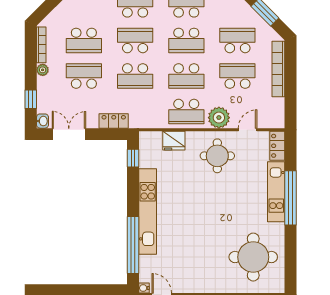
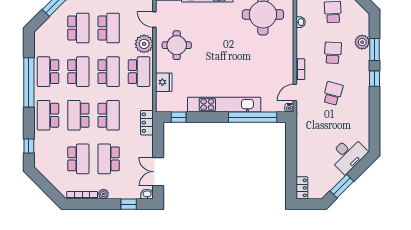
school desk: (237, 40) -> (78, 28), turned 180
school desk: (237, 76) -> (109, 28), turned 180
locker: (114, 121) -> (147, 123), moved

